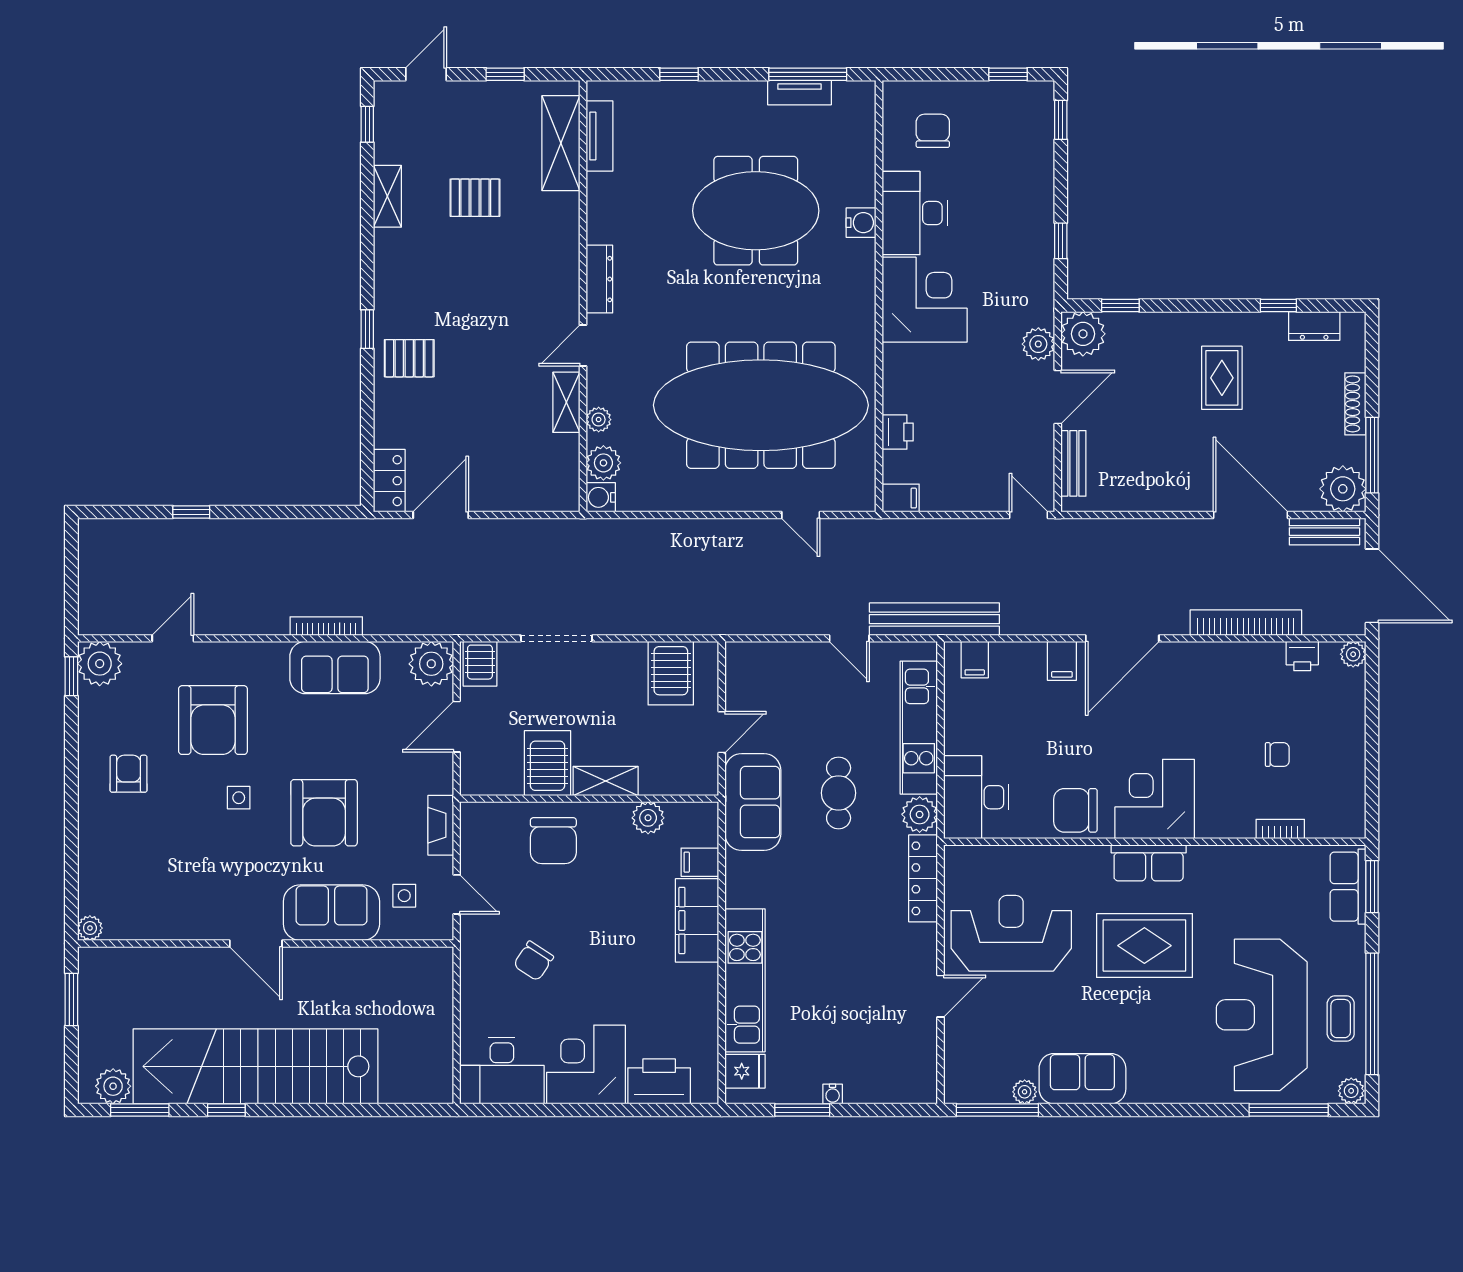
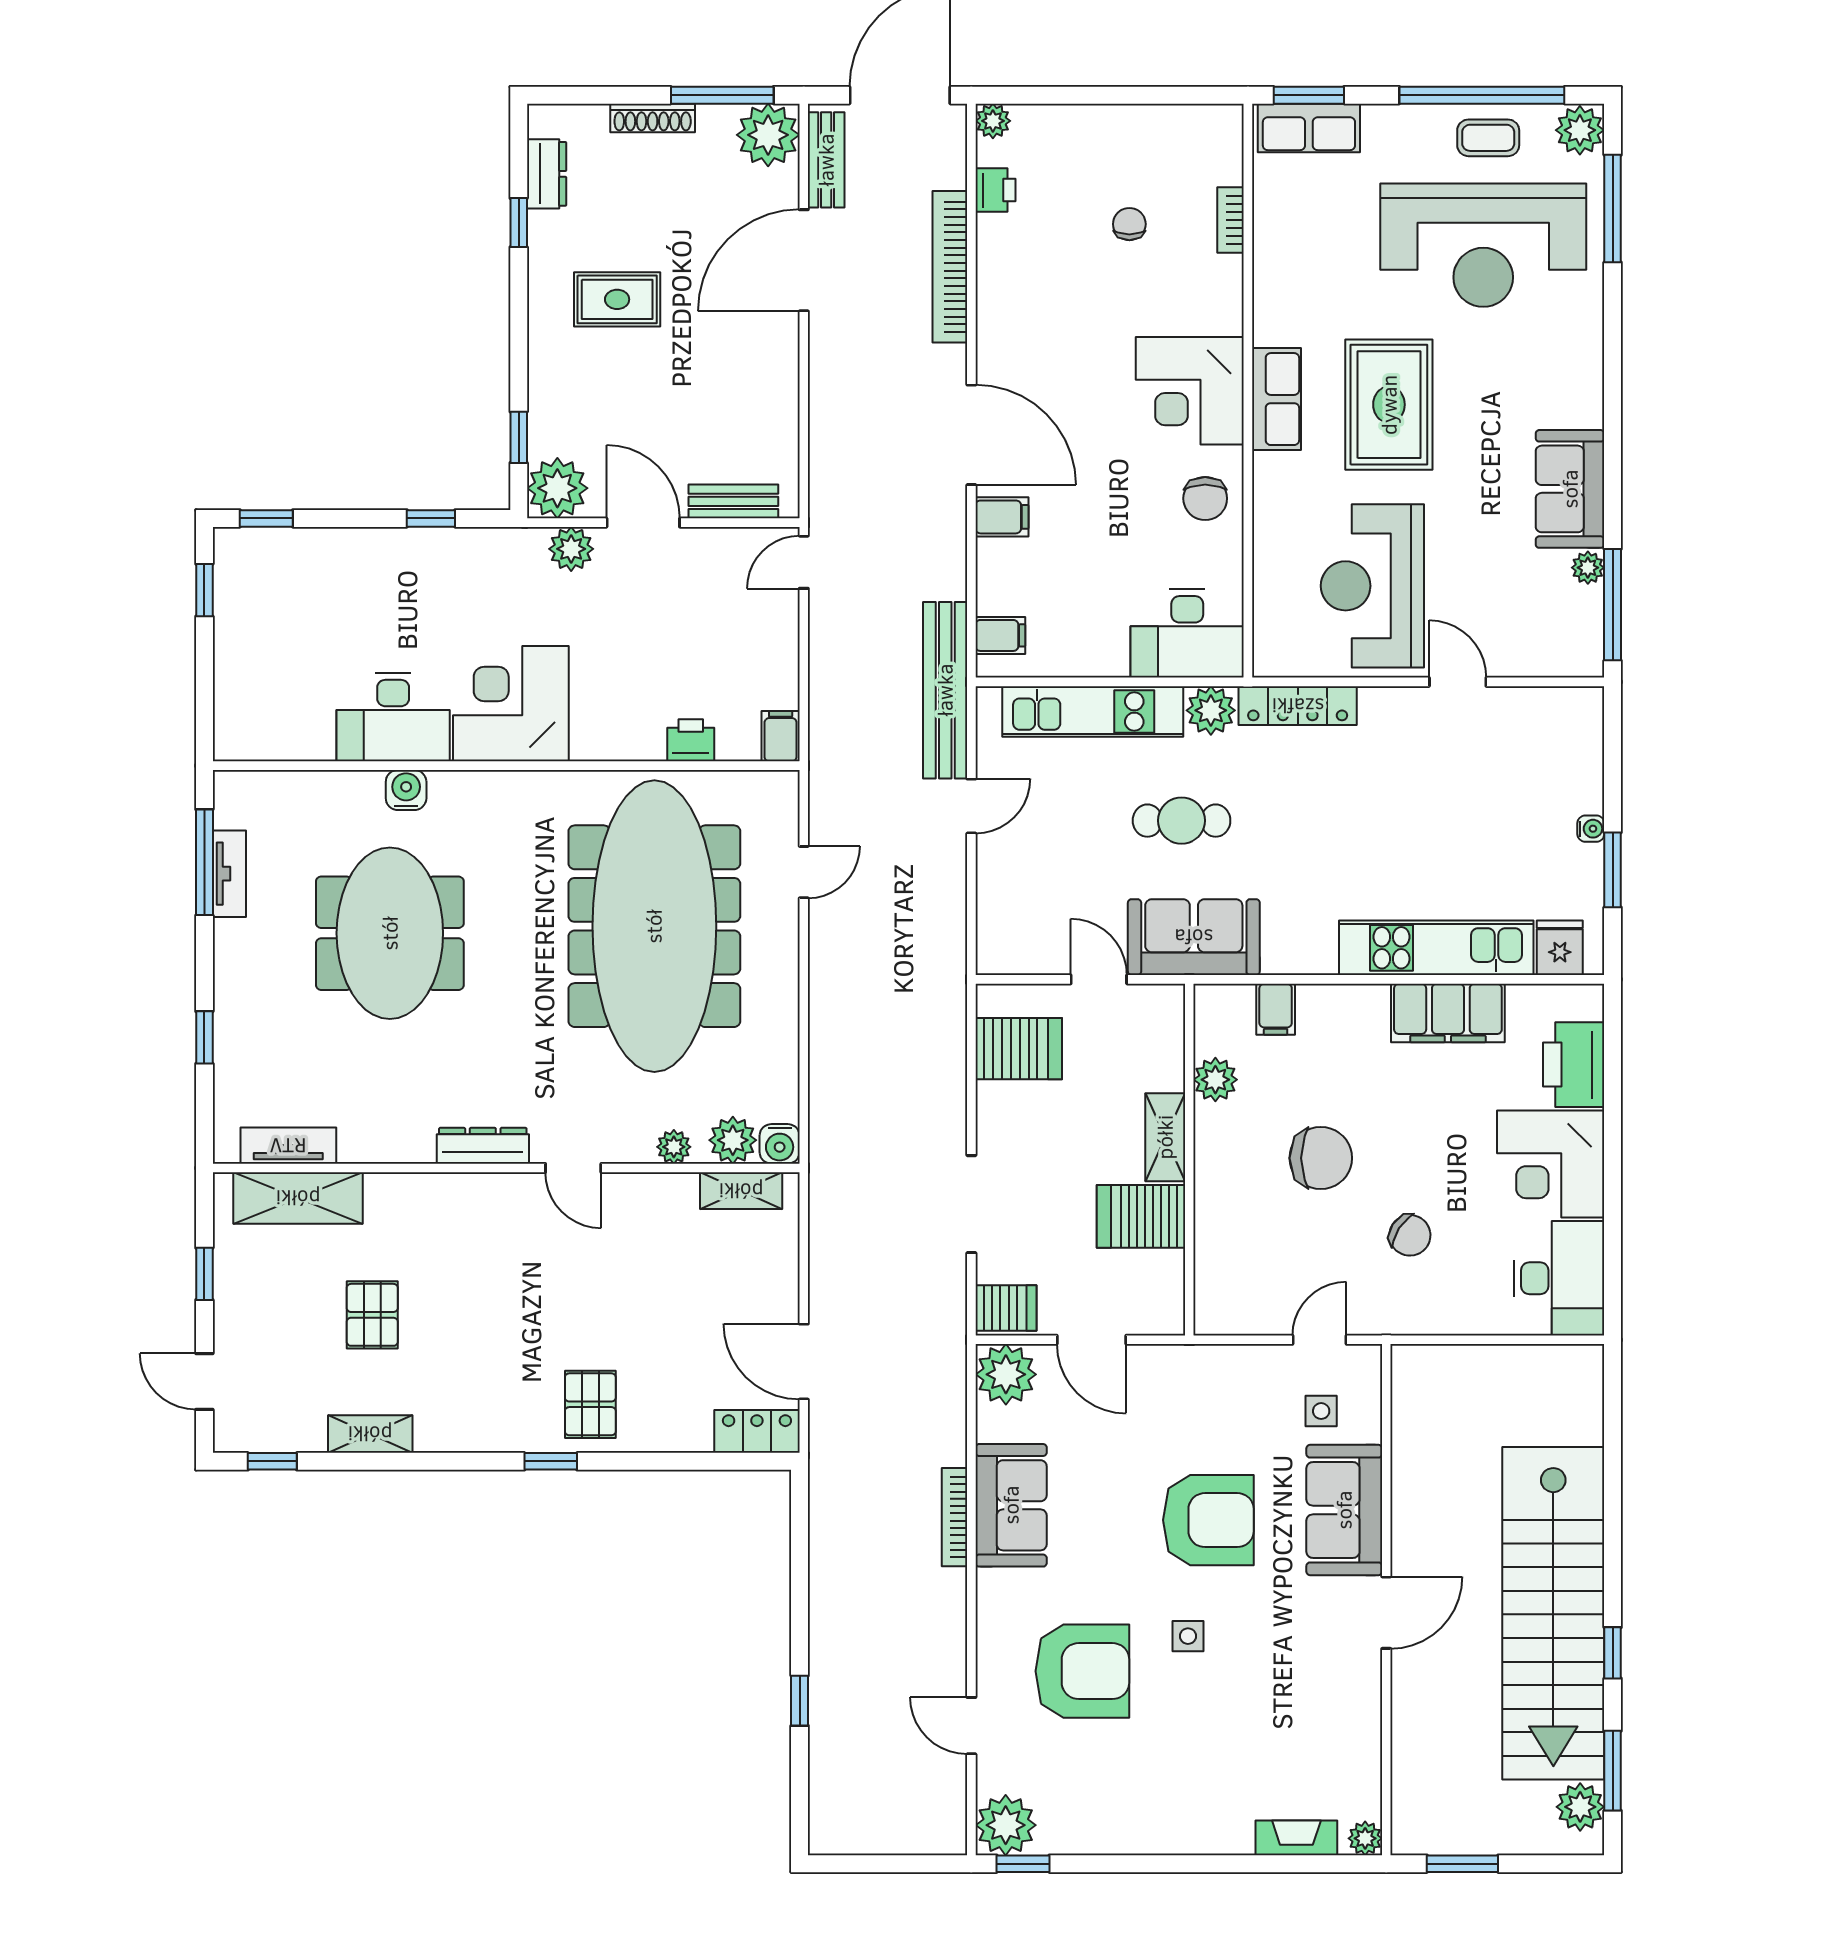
chair: (933, 131) -> (281, 692), removed
shelving: (566, 402) -> (741, 1191), moved
armchair: (129, 774) -> (1155, 1786), removed
chair: (1075, 810) -> (1205, 498), width x0.73, depth x0.73
fireplace: (441, 825) -> (1296, 1838), moved, turned 180
chair: (553, 841) -> (1321, 1158), moved
filing cabinet: (697, 920) -> (1448, 1013), moved
plant: (1351, 1091) -> (1580, 130), width x1.38, depth x1.38

